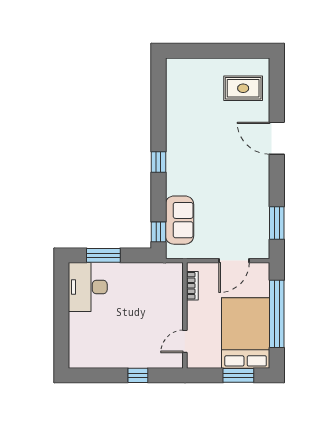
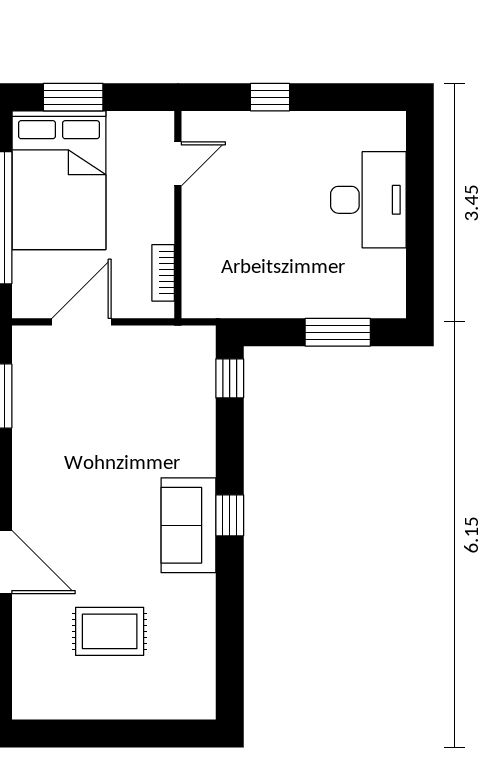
rug: (243, 88) -> (110, 631), moved
sofa: (180, 220) -> (188, 525), moved
desk: (88, 287) -> (368, 200), moved

